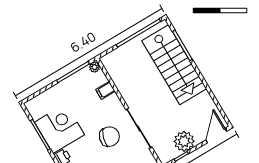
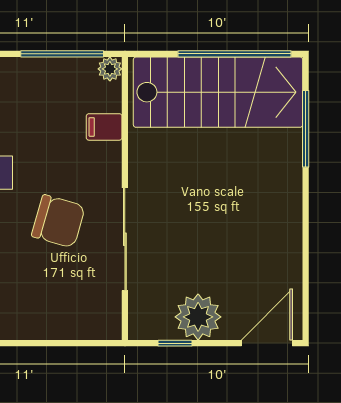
stairs: (174, 65) -> (218, 92), moved, turned -90

